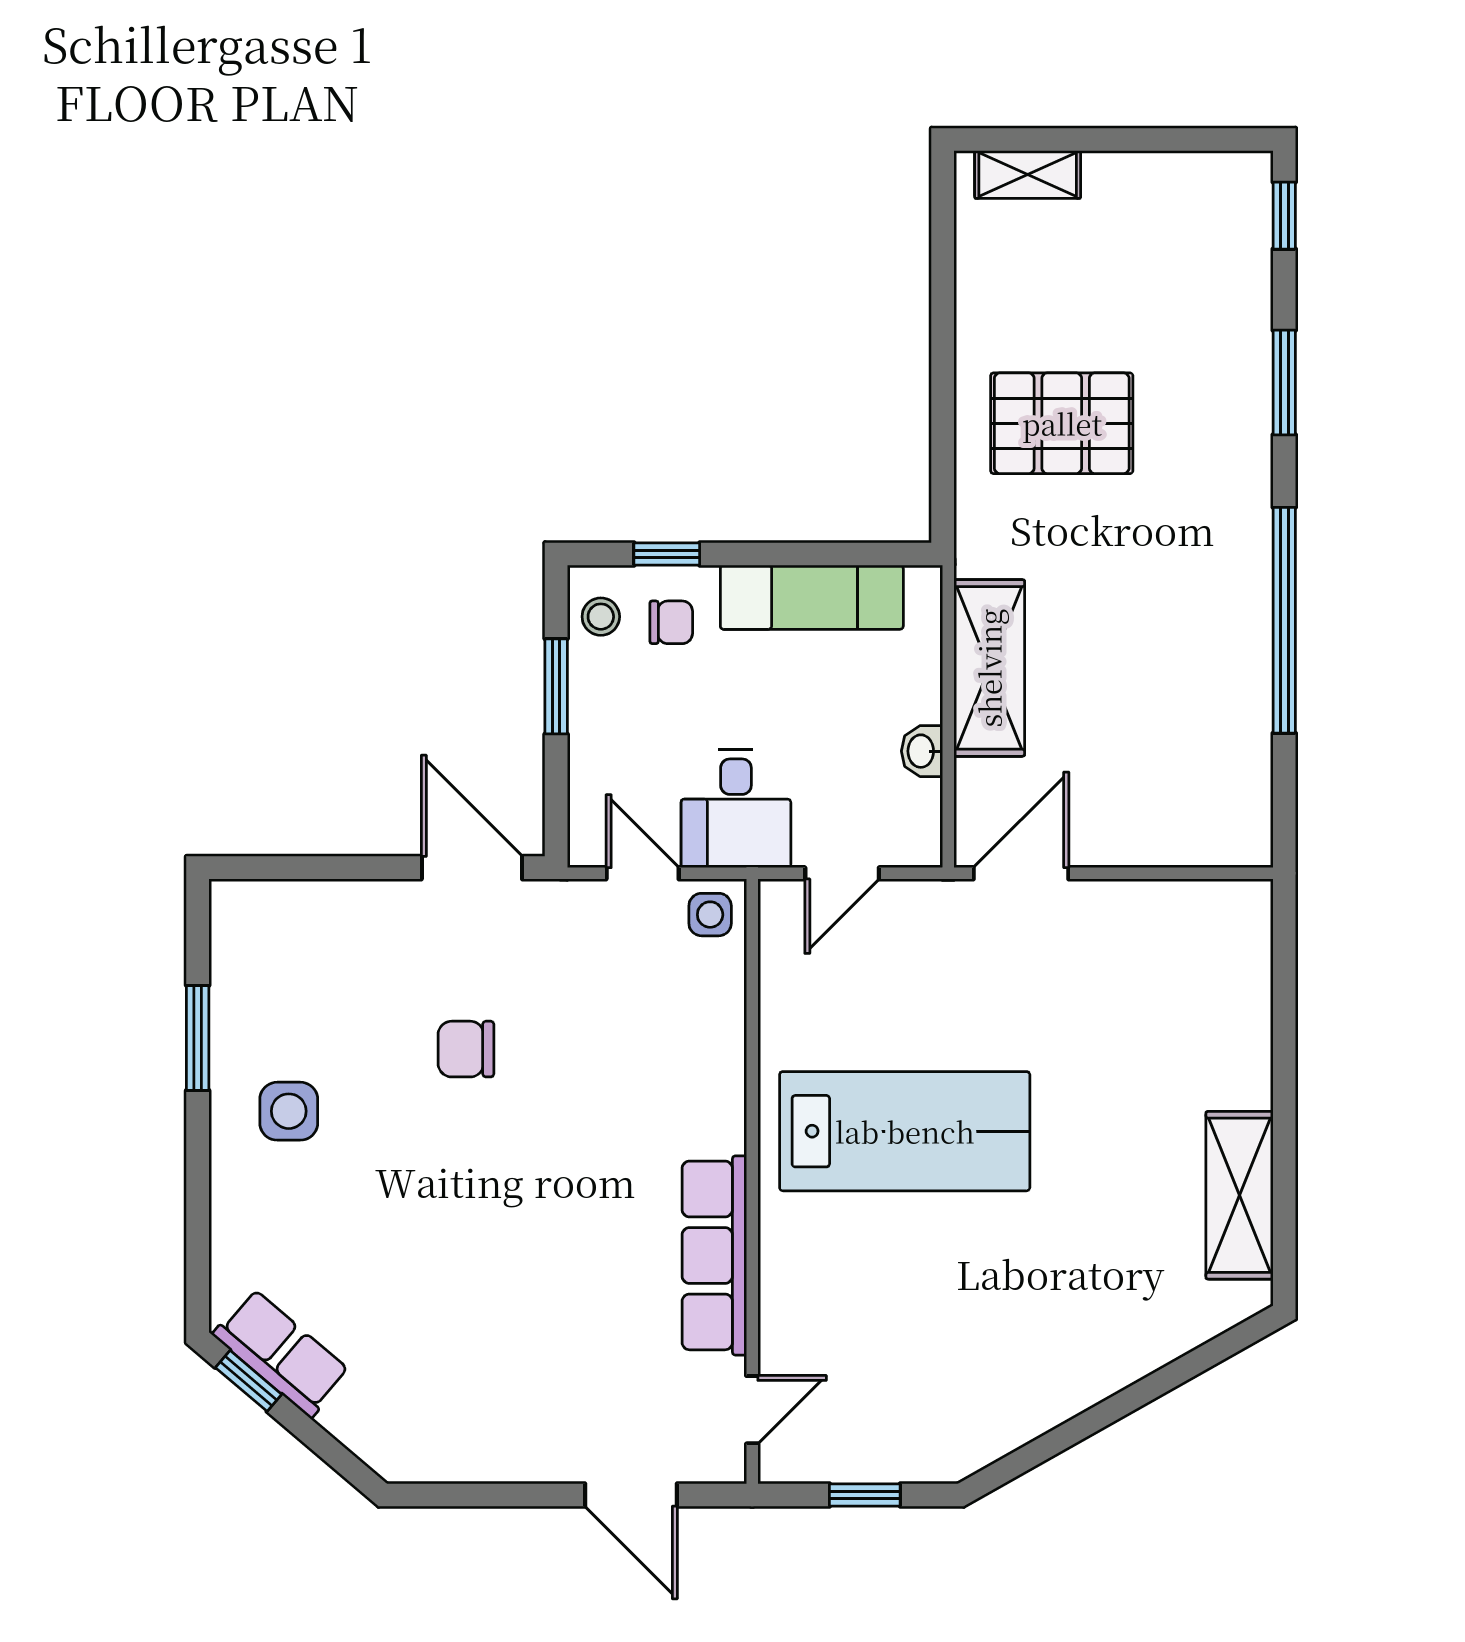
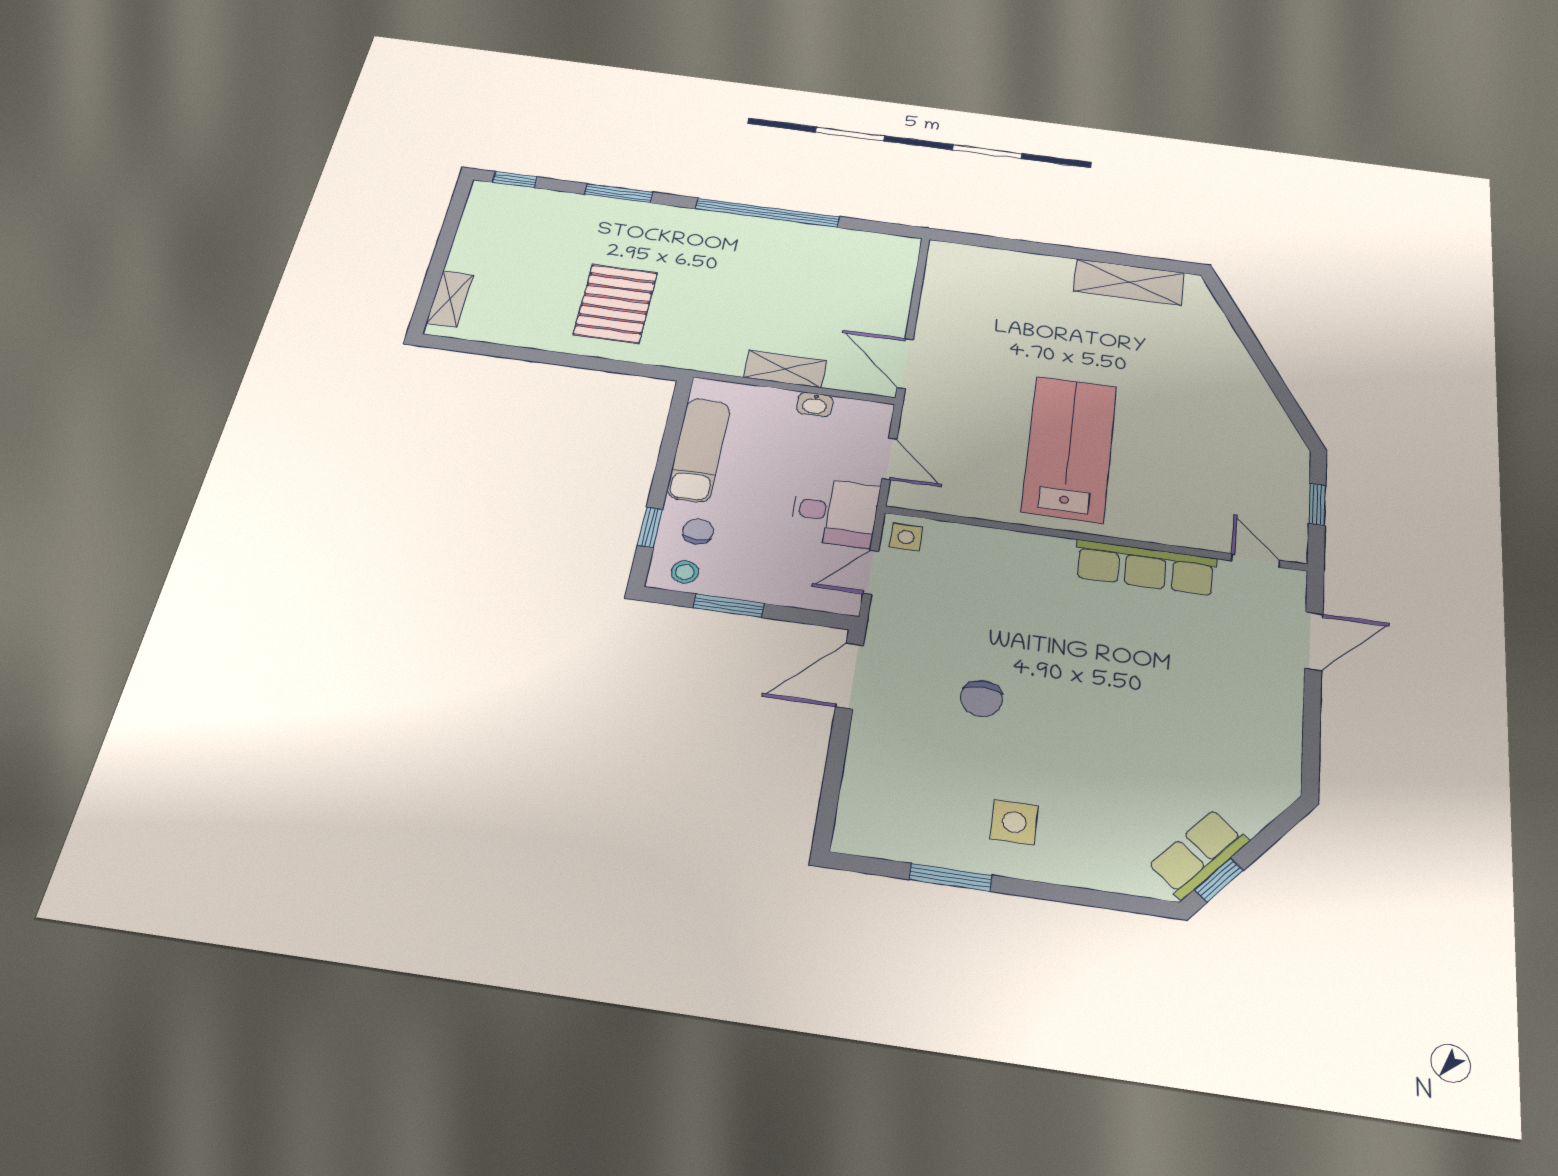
shelving: (989, 668) -> (785, 369), width x0.67, depth x0.75

